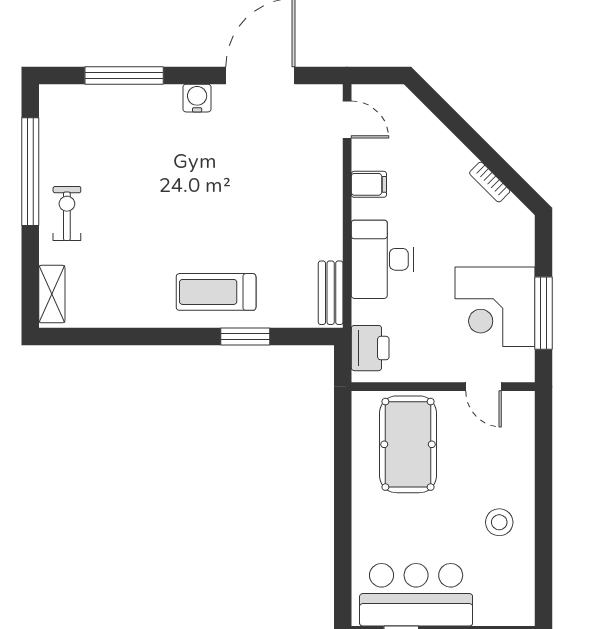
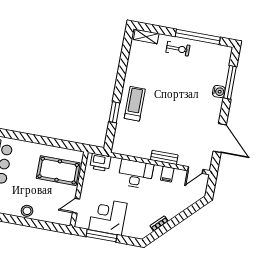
water cooler: (197, 98) -> (219, 92), moved
bench: (331, 293) -> (164, 157), moved
stool: (499, 522) -> (27, 211), moved

